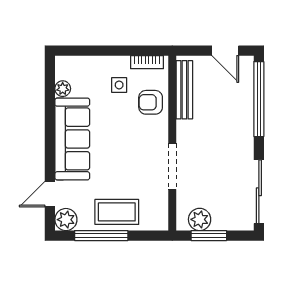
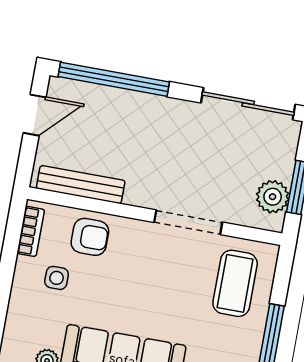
armchair: (151, 102) -> (90, 237), turned -90
coffee table: (117, 212) -> (235, 283), moved

